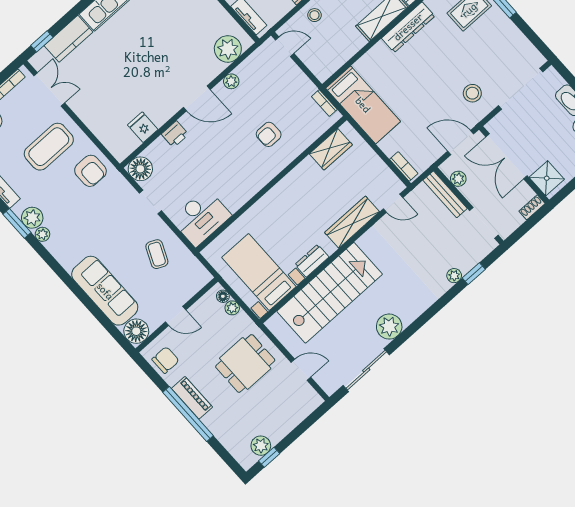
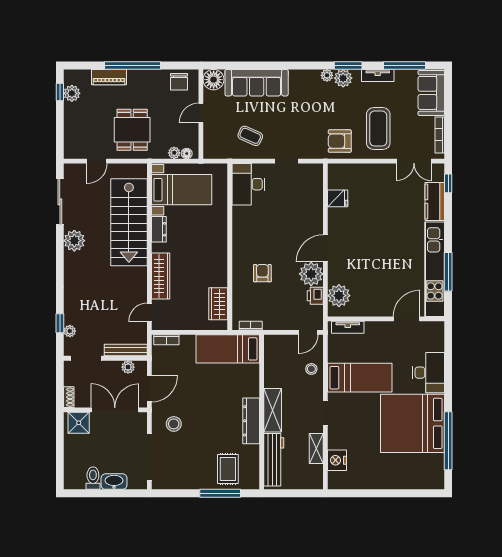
plant: (231, 81) -> (311, 274), width x1.88, depth x1.88
printer: (175, 134) -> (315, 296), moved
floor lamp: (140, 169) -> (313, 173), removed
plant: (454, 276) -> (70, 331), moved
piano: (192, 398) -> (109, 77), moved

